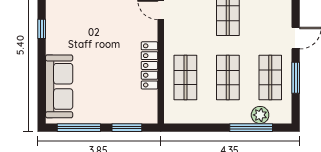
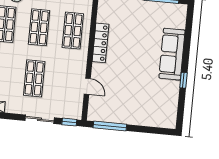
sofa: (59, 86) -> (172, 54), moved

